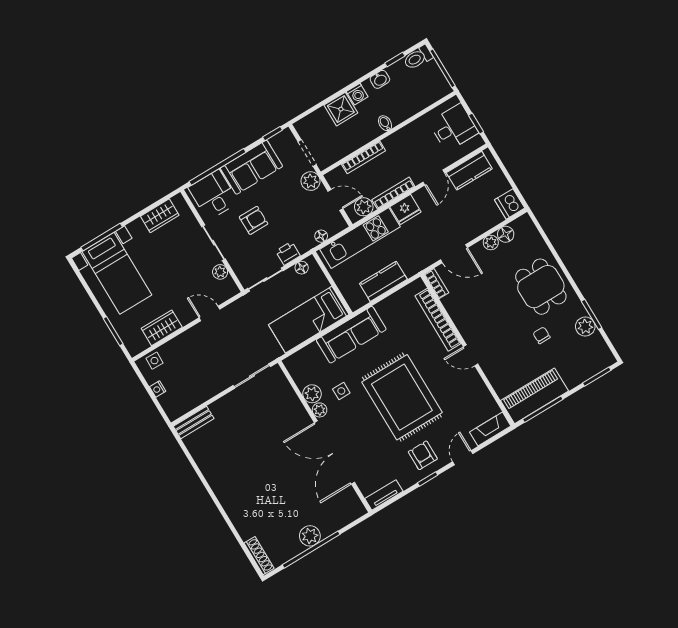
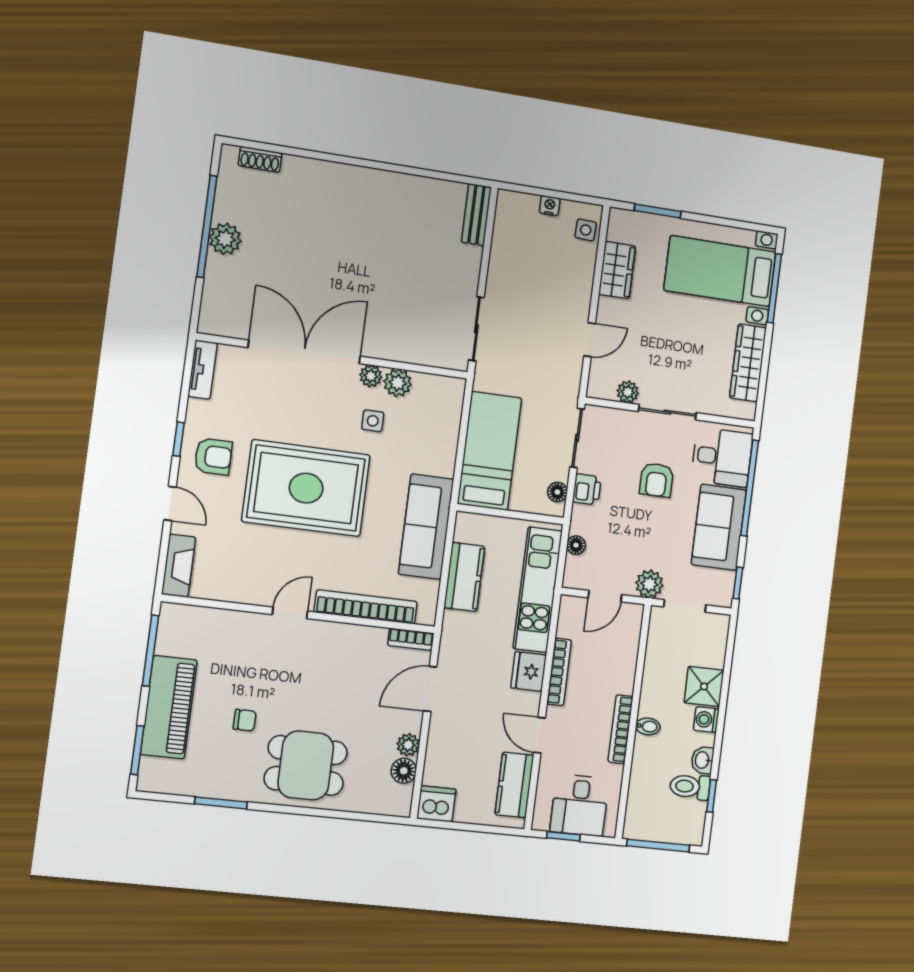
toilet: (418, 58) -> (690, 787), moved, turned -90
bookcase: (364, 157) -> (621, 729), moved
plant: (364, 207) -> (571, 624), removed
wardrobe: (160, 216) -> (748, 363), width x1.50
plant: (585, 327) -> (212, 783), removed
sofa: (351, 335) -> (426, 527), moved
piano: (534, 396) -> (169, 707), moved
shoe rack: (259, 556) -> (260, 159), width x0.70

